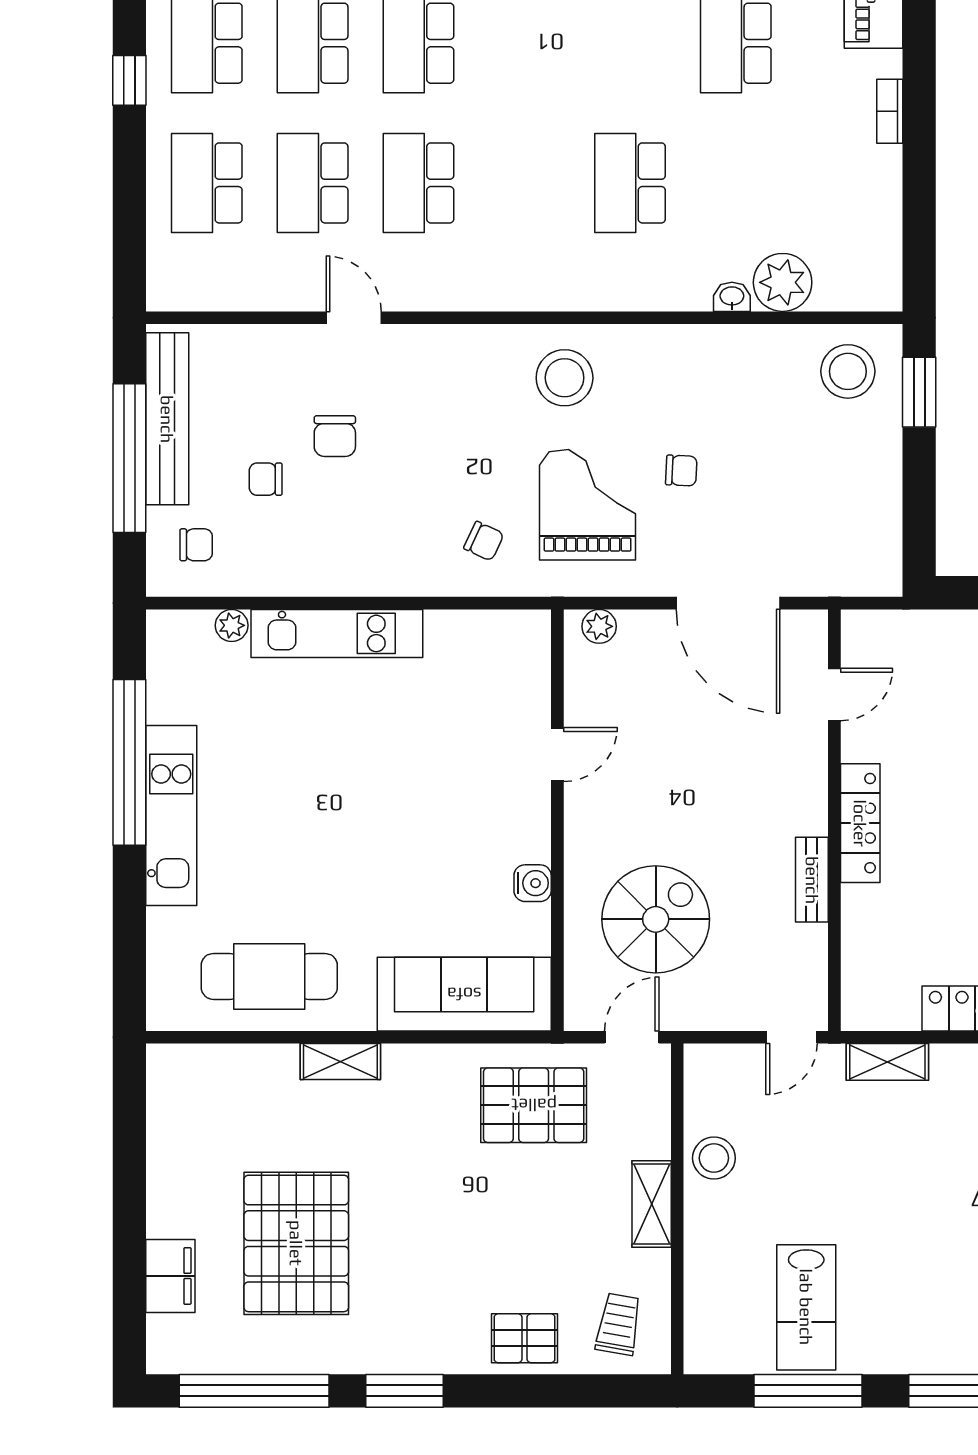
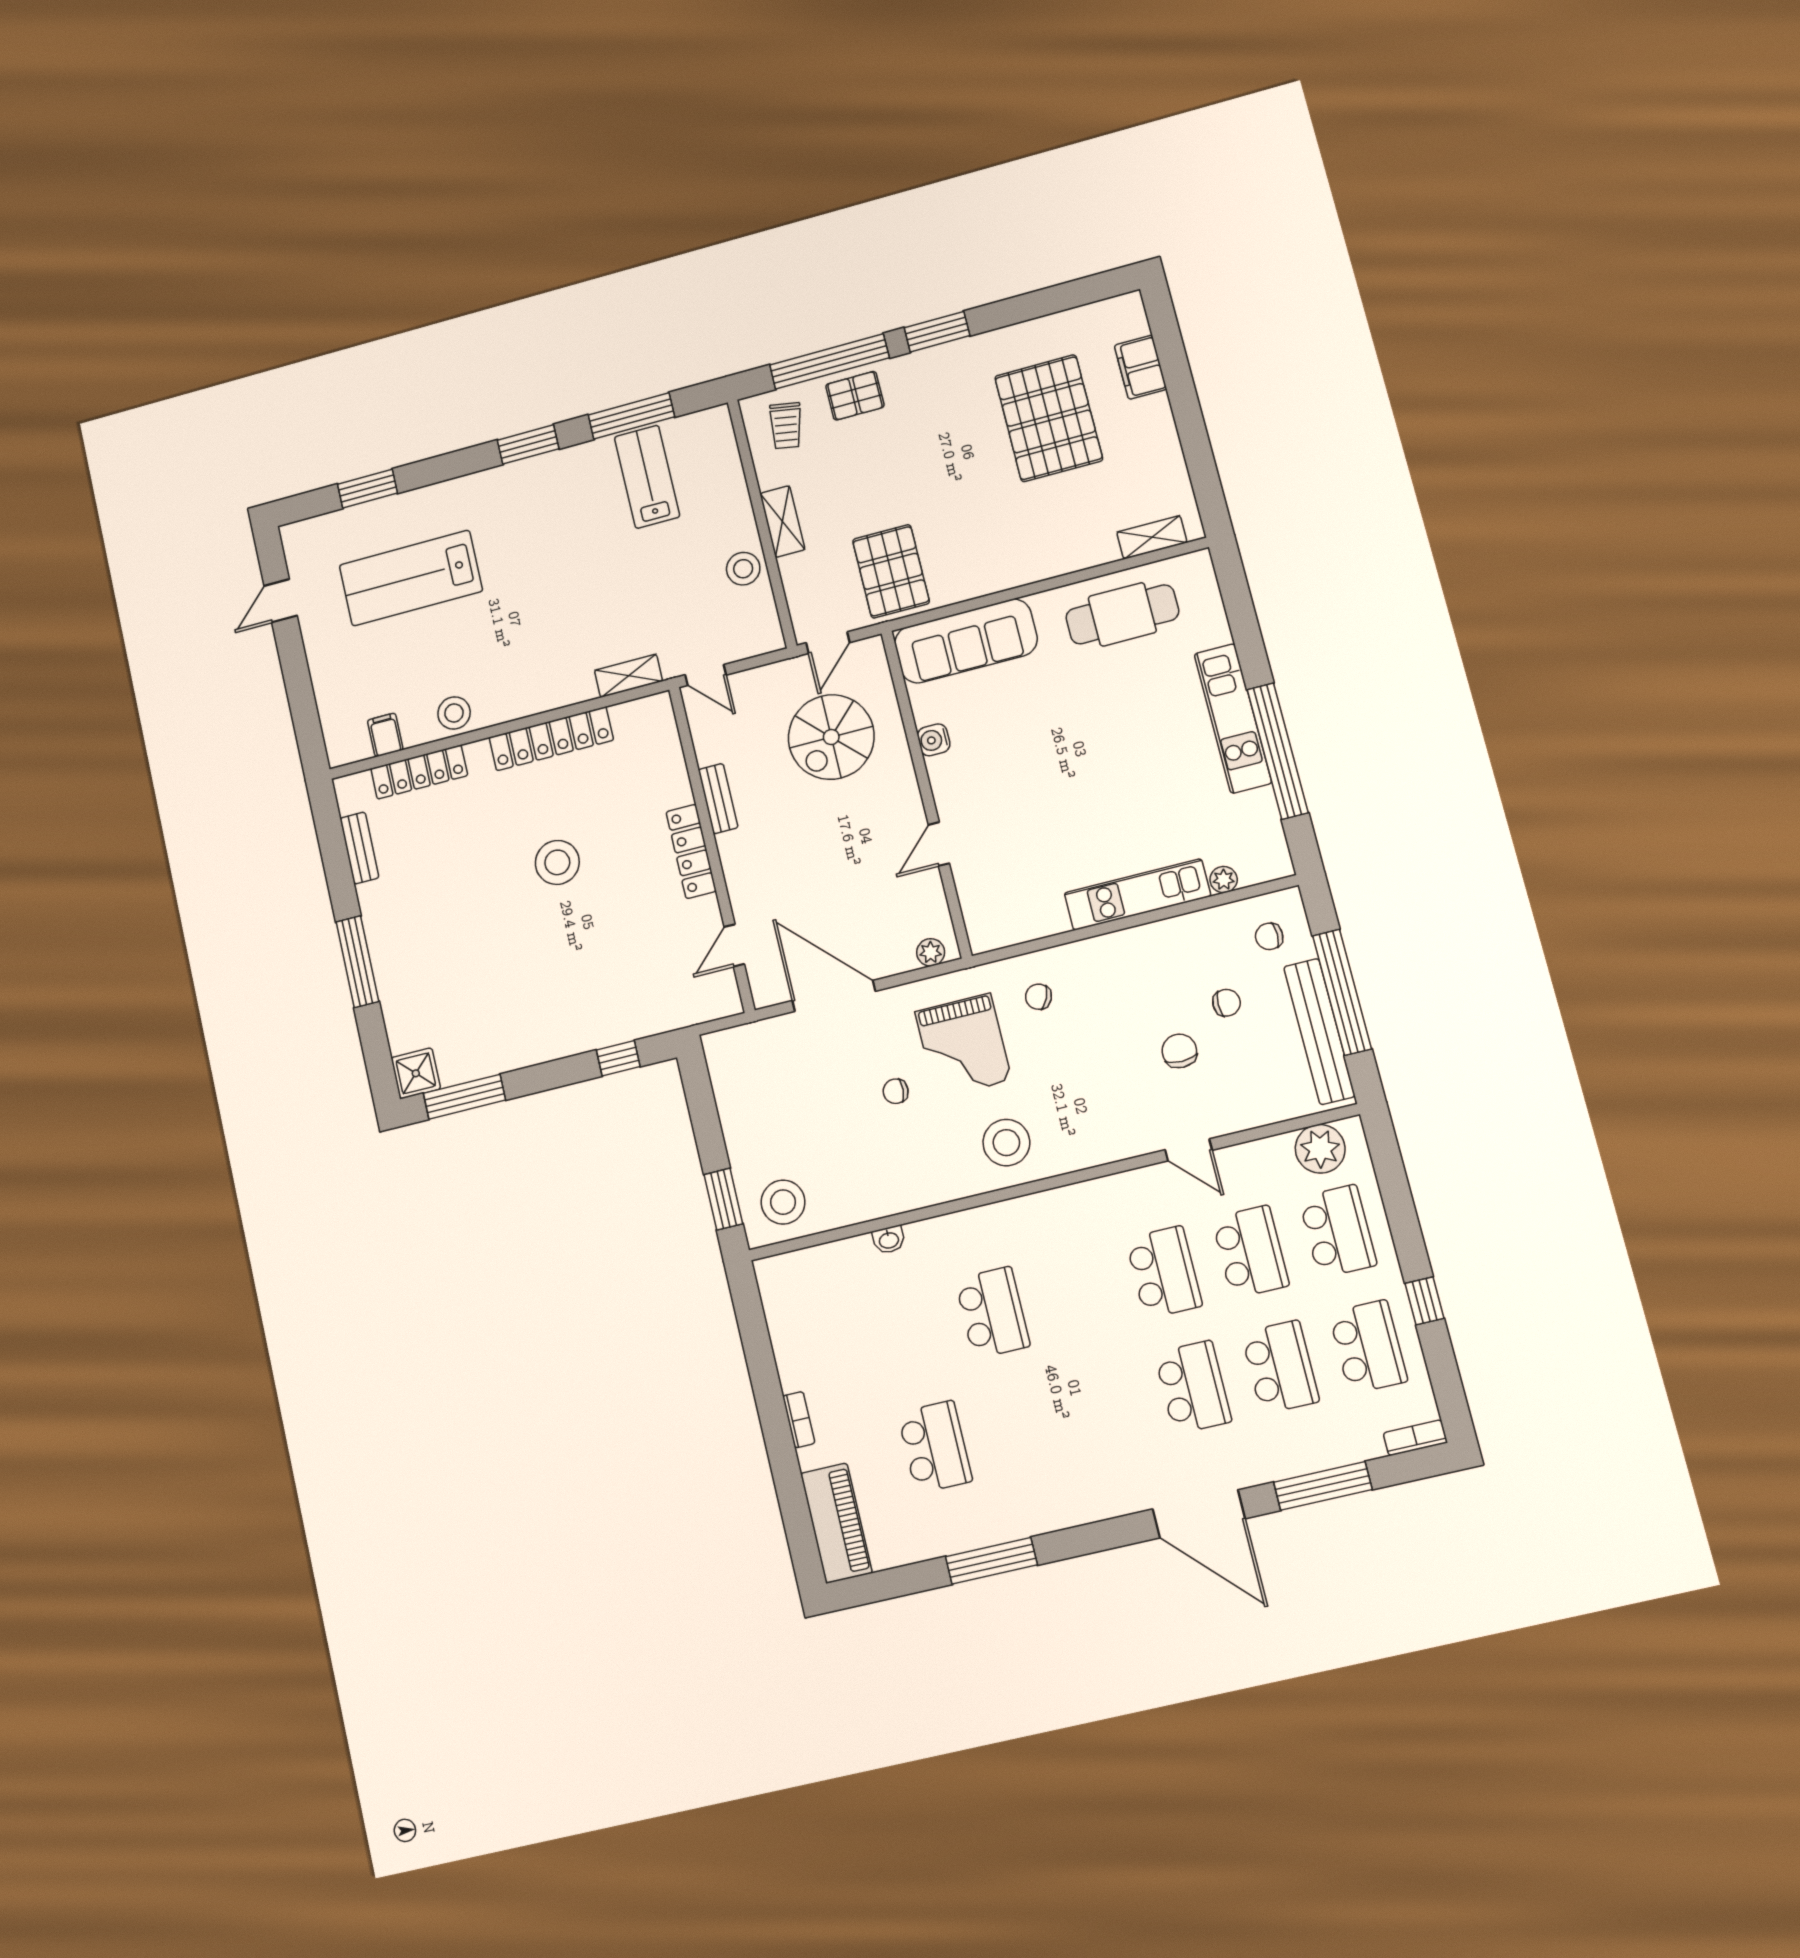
plant: (783, 282) -> (1320, 1149), moved
door: (791, 1037) -> (706, 675), swing flipped
shelving: (340, 1062) -> (1152, 537), moved
pallet: (534, 1105) -> (891, 571), turned 90
window: (254, 1391) -> (829, 361), moved

